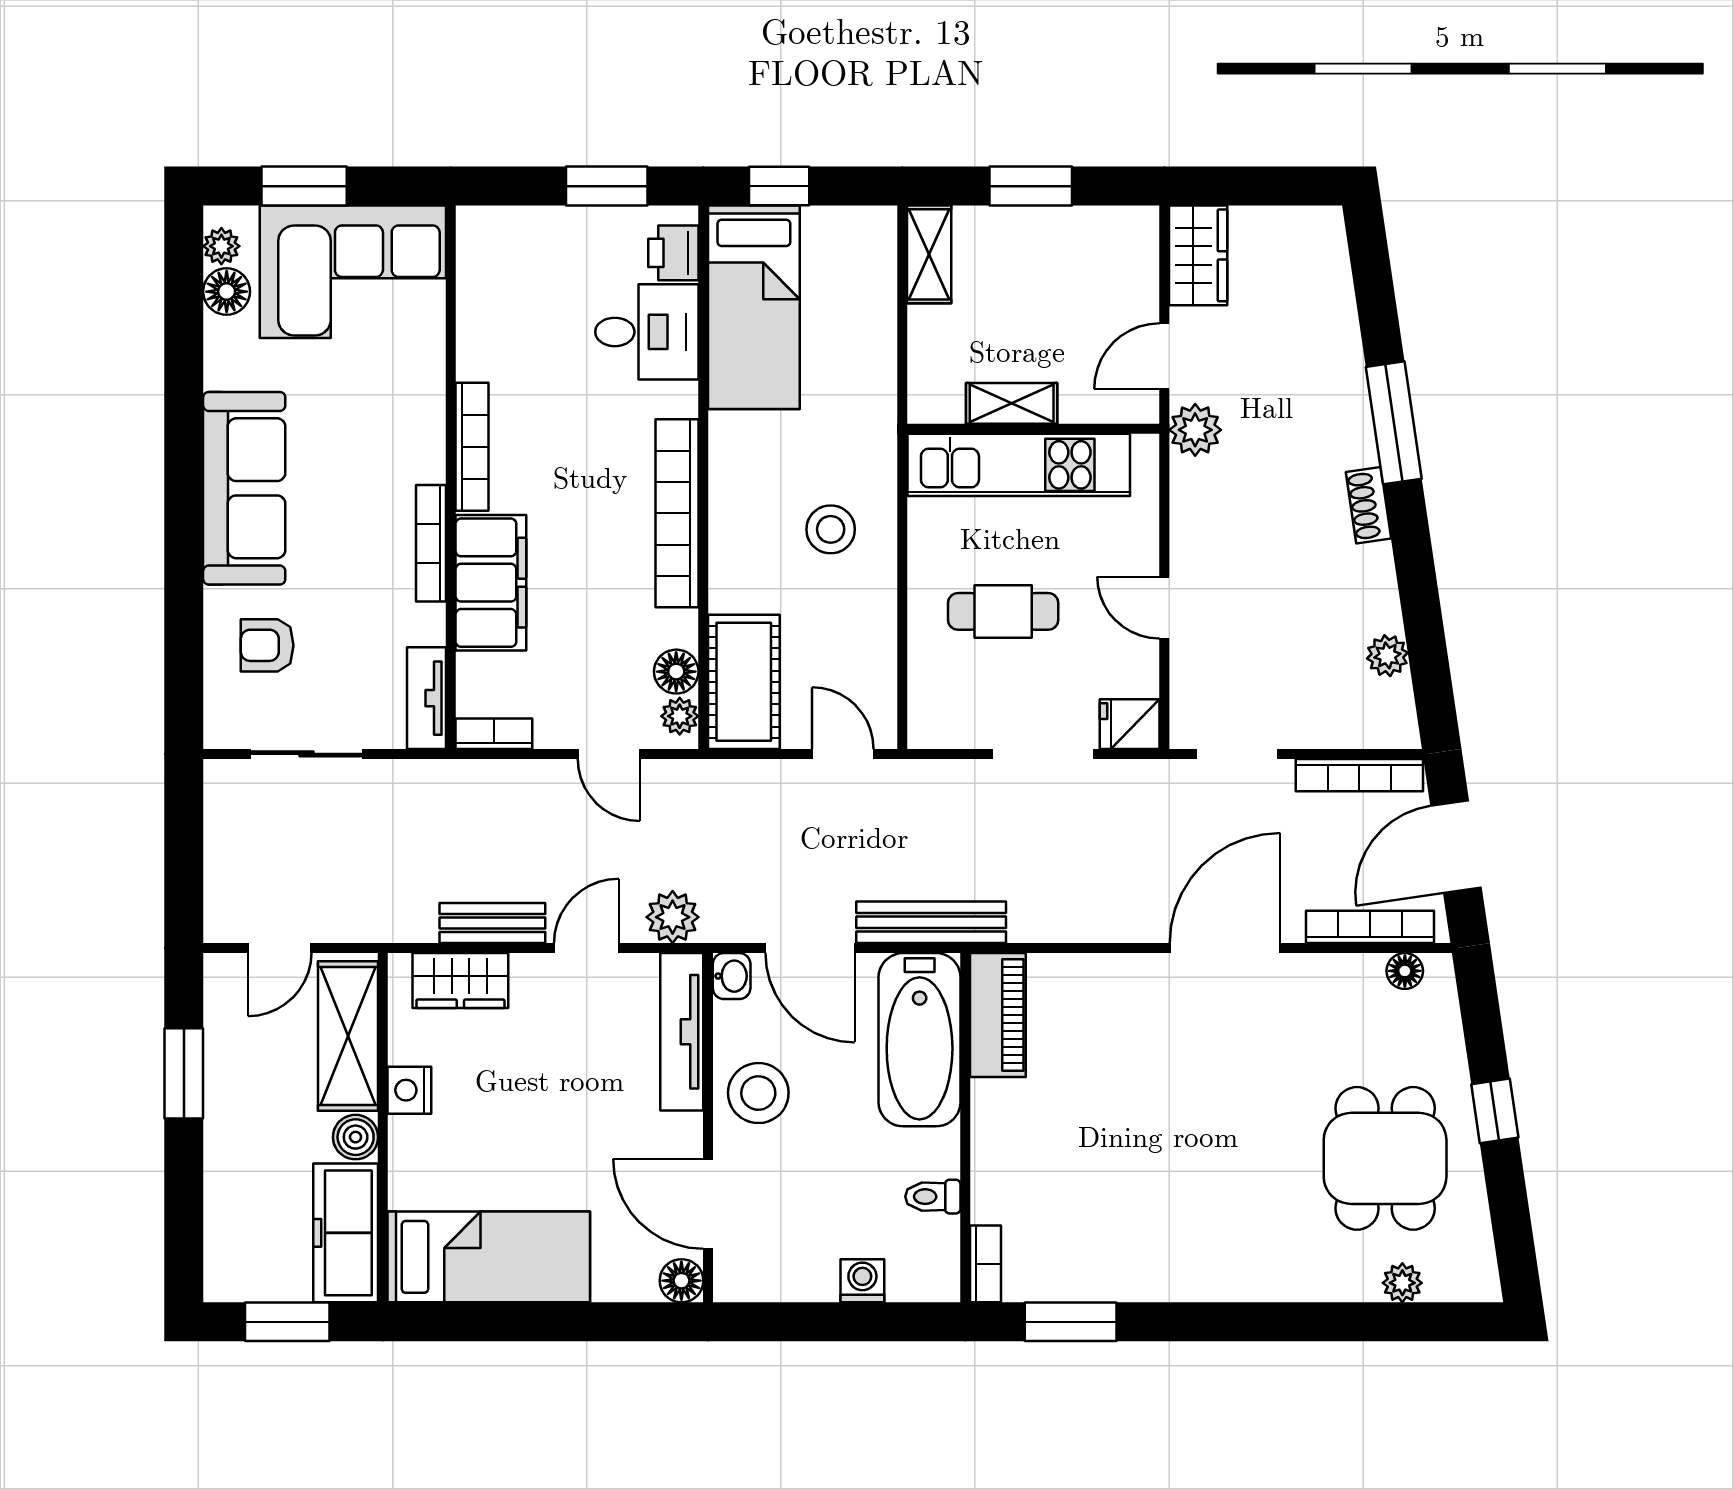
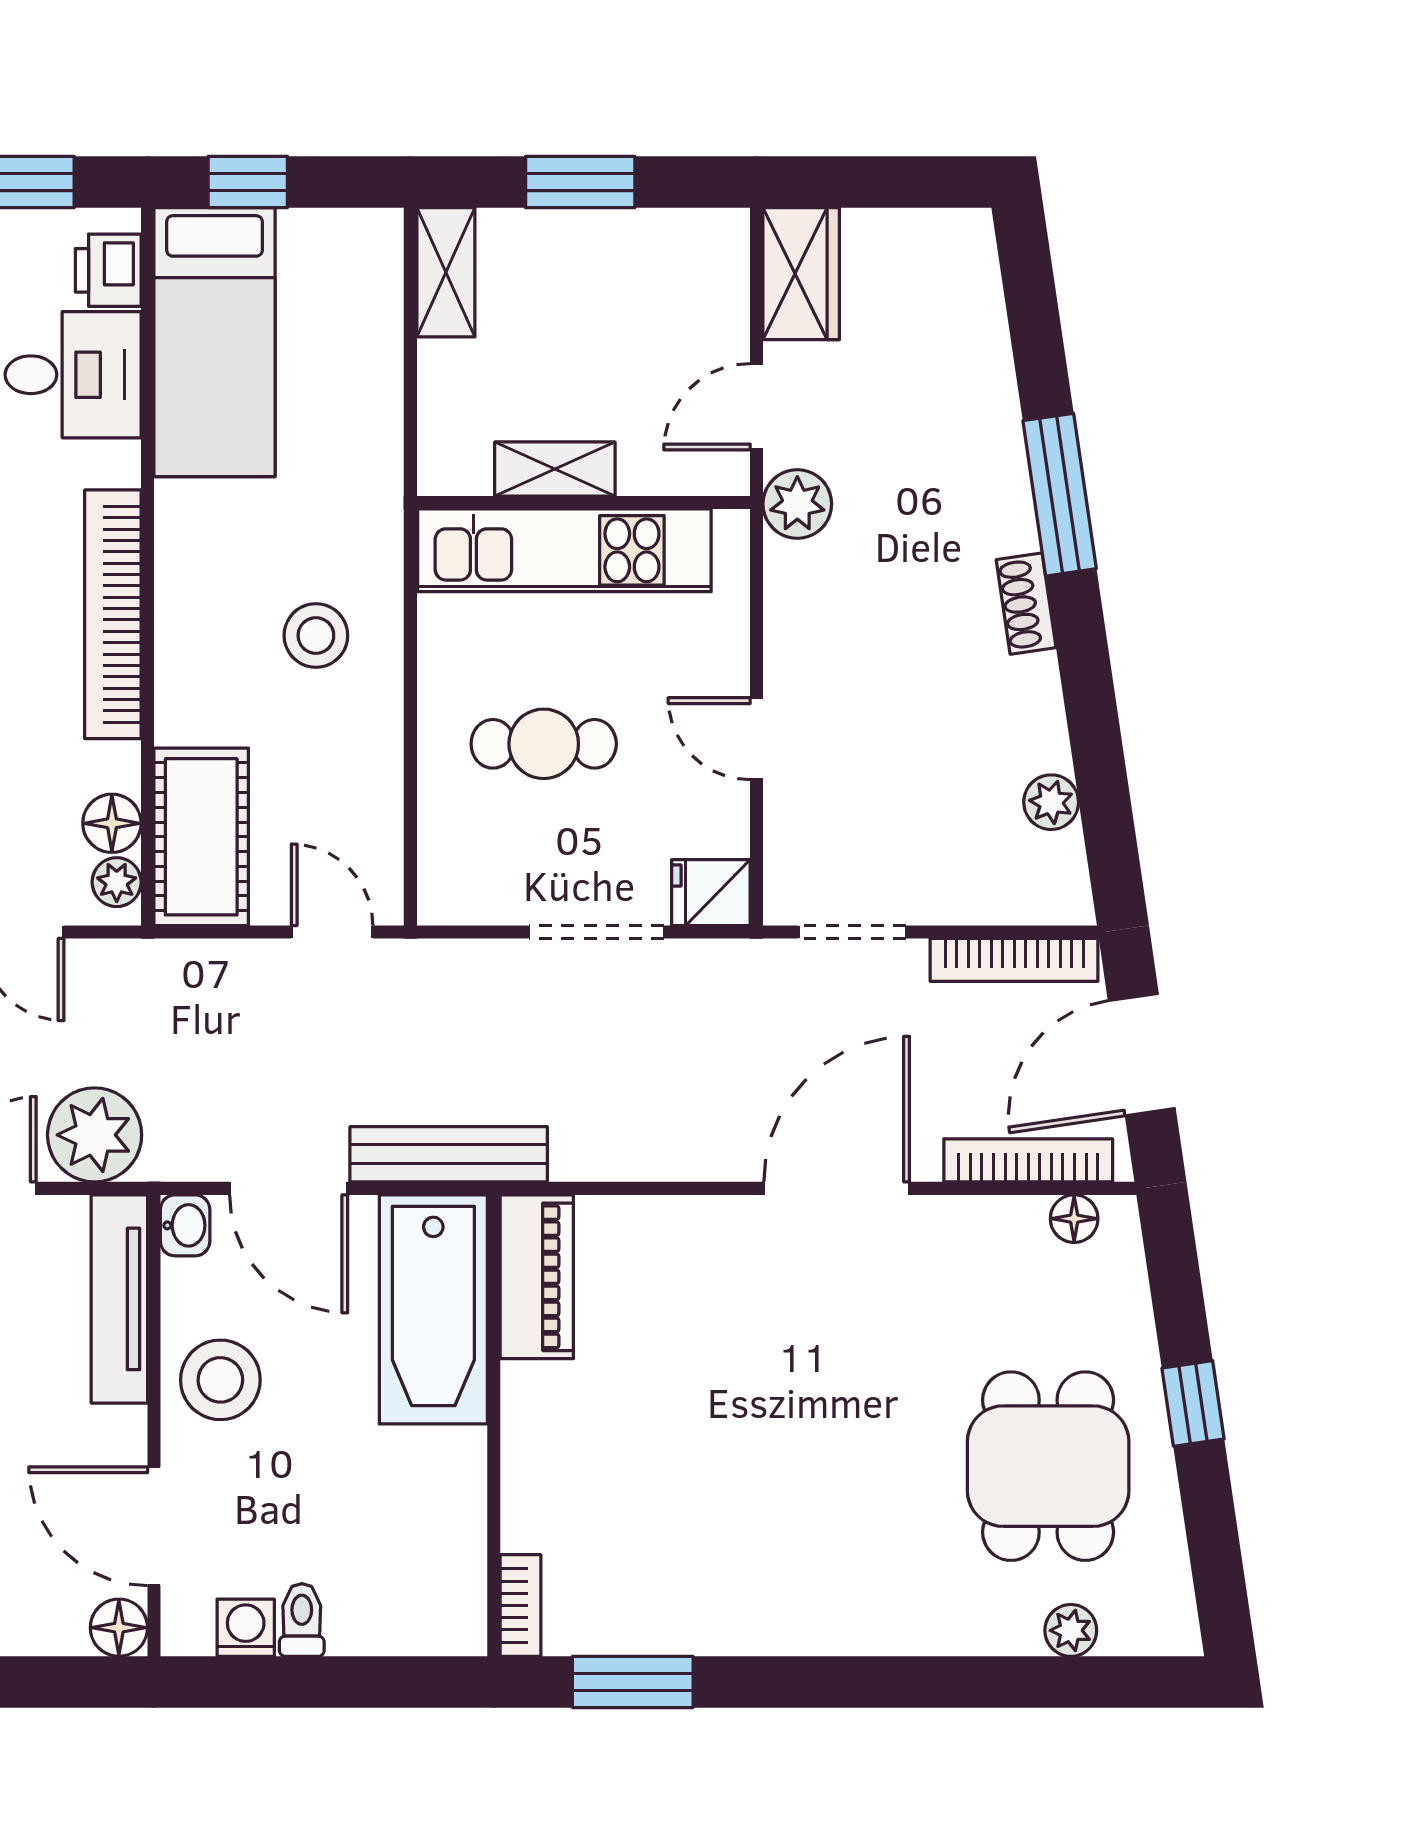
plant: (673, 917) -> (95, 1135), width x1.36, depth x1.36
toilet: (933, 1197) -> (302, 1620), moved, turned 90
washing machine: (862, 1281) -> (246, 1628), moved

